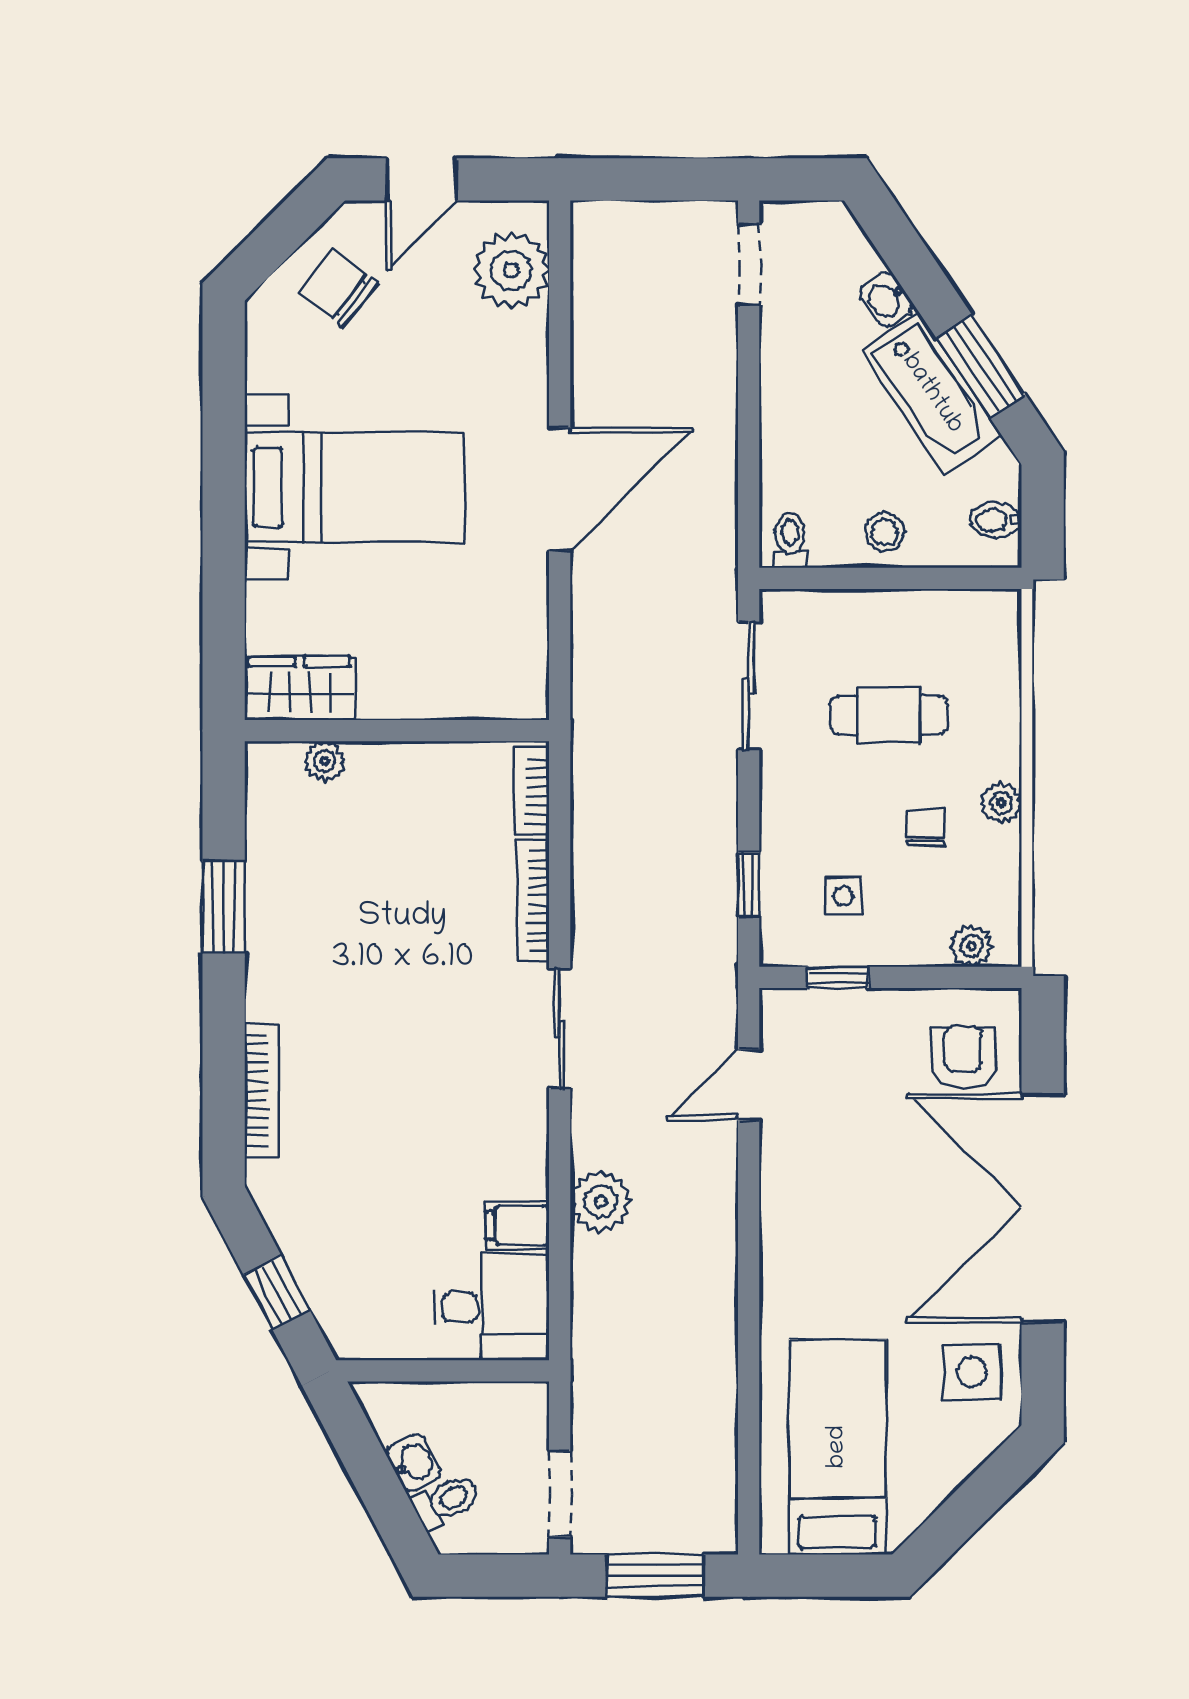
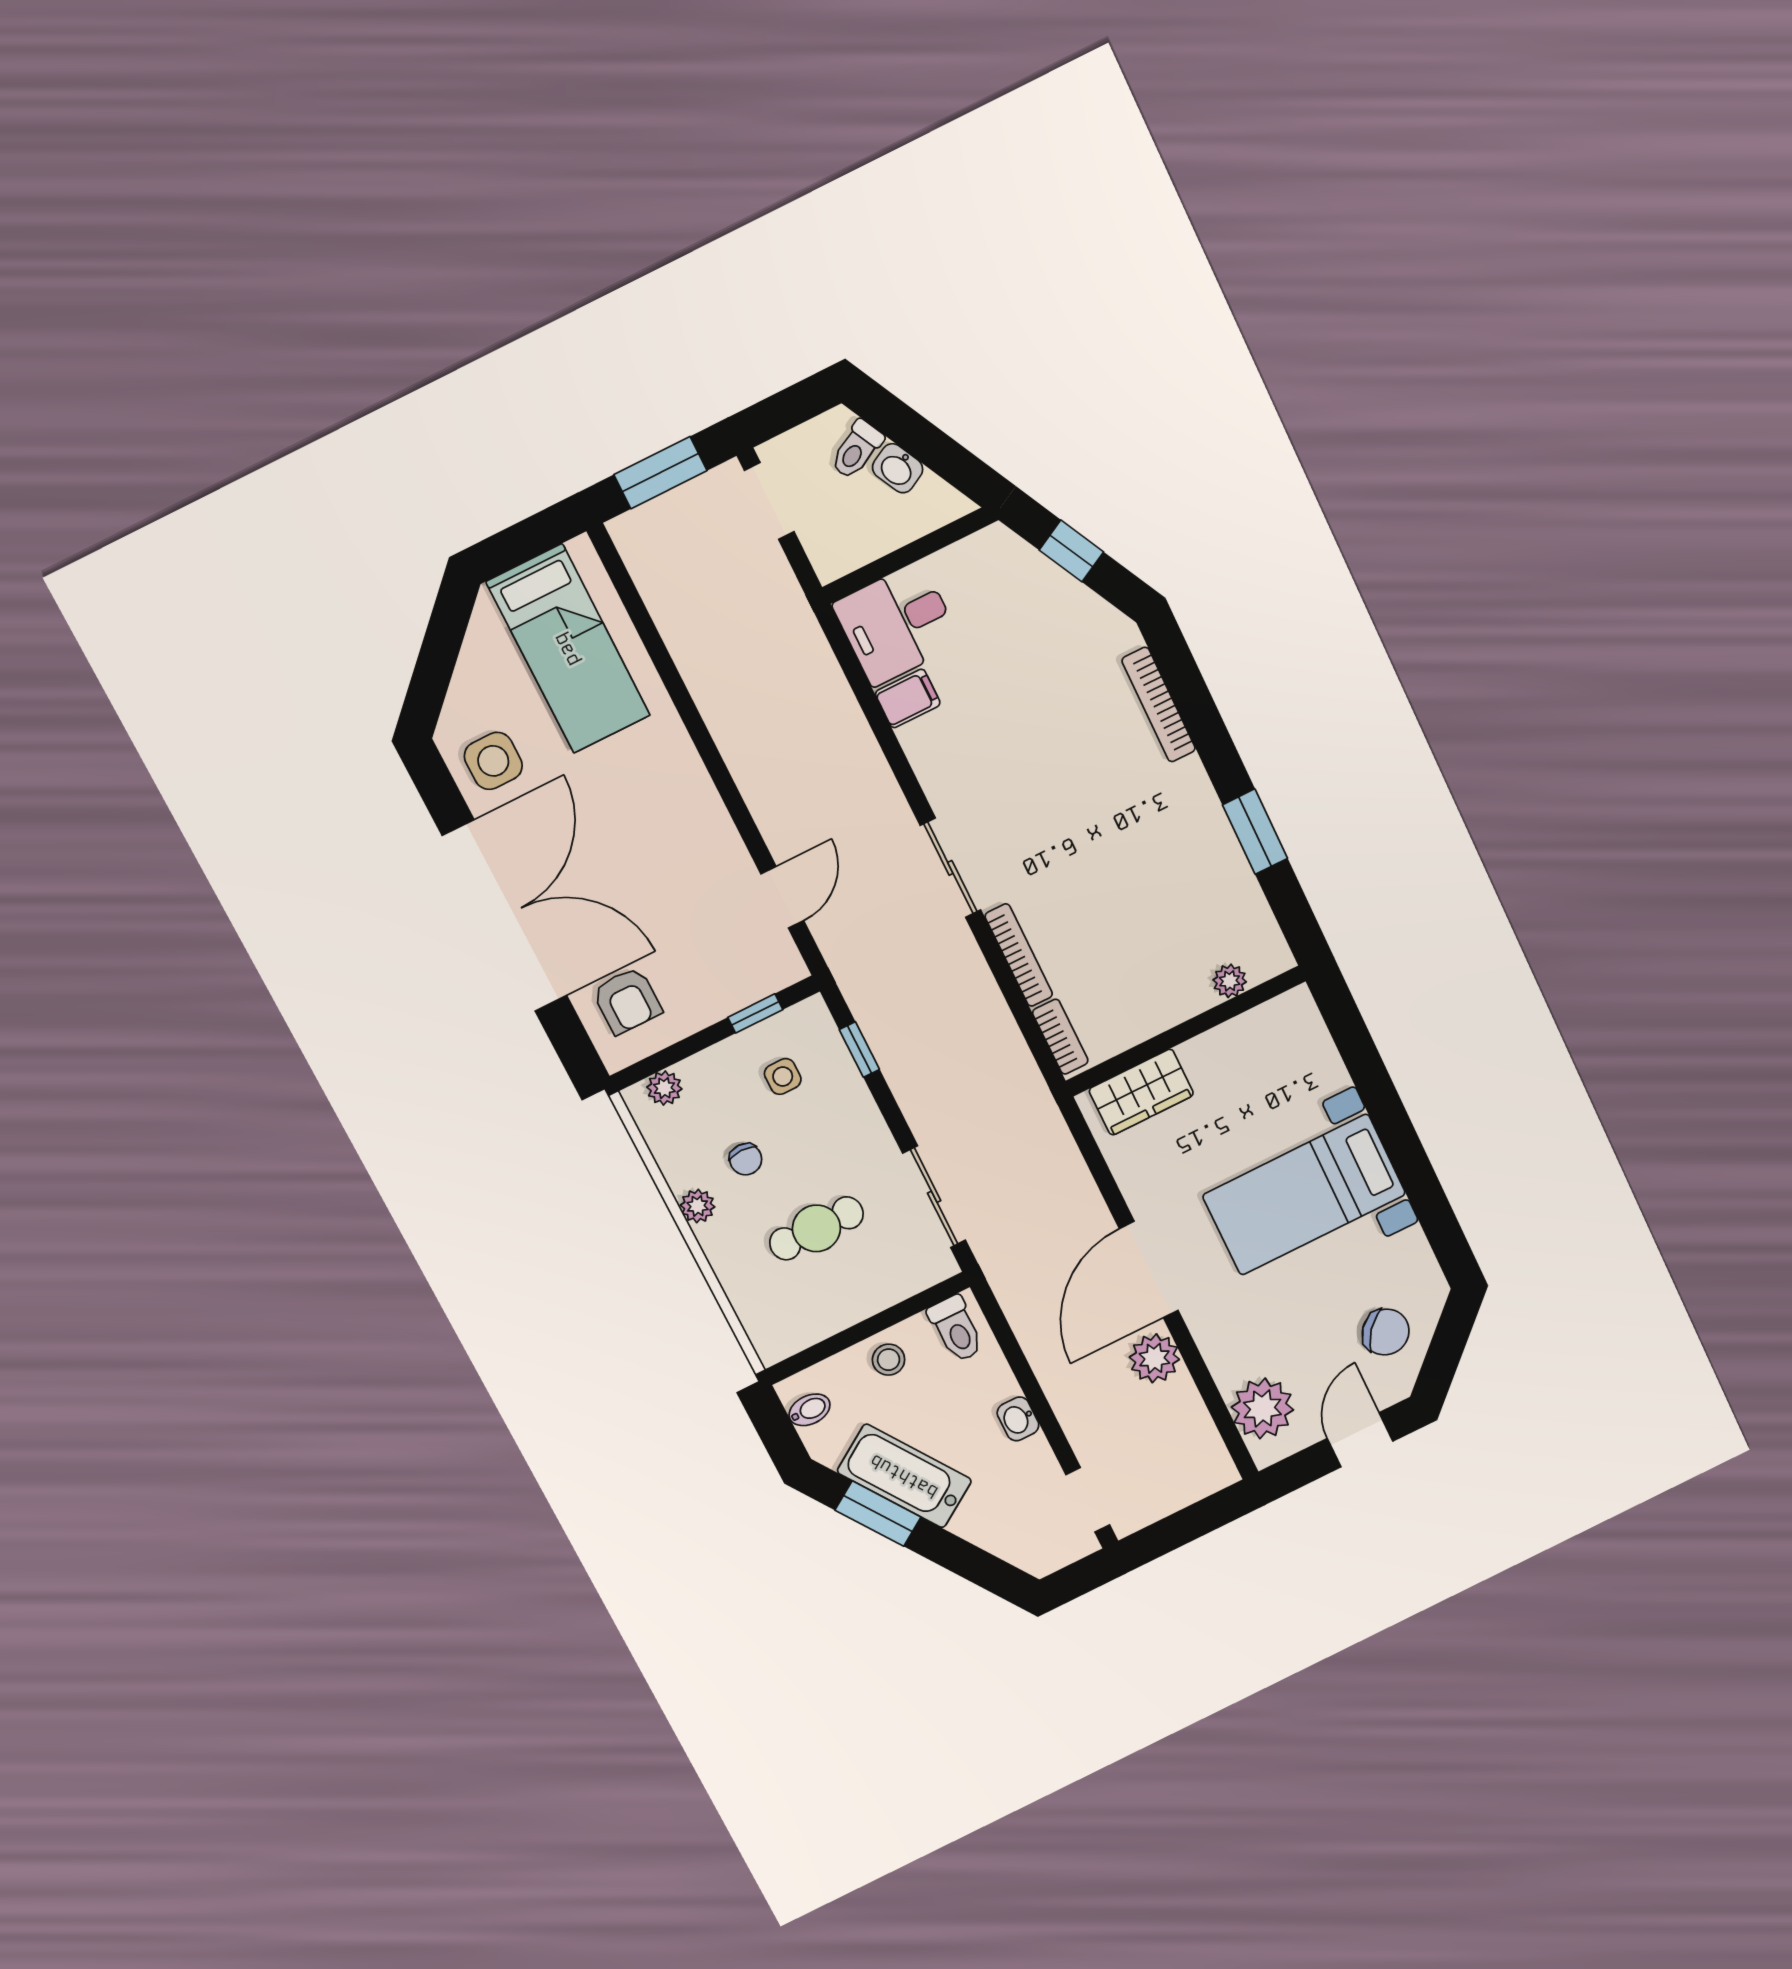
washbasin: (886, 299) -> (1018, 1419), moved, turned -146
toilet: (790, 540) -> (956, 1329), width x1.37, depth x1.39
wardrobe: (300, 688) -> (1141, 1092), moved
plant: (601, 1202) -> (1154, 1358), moved

